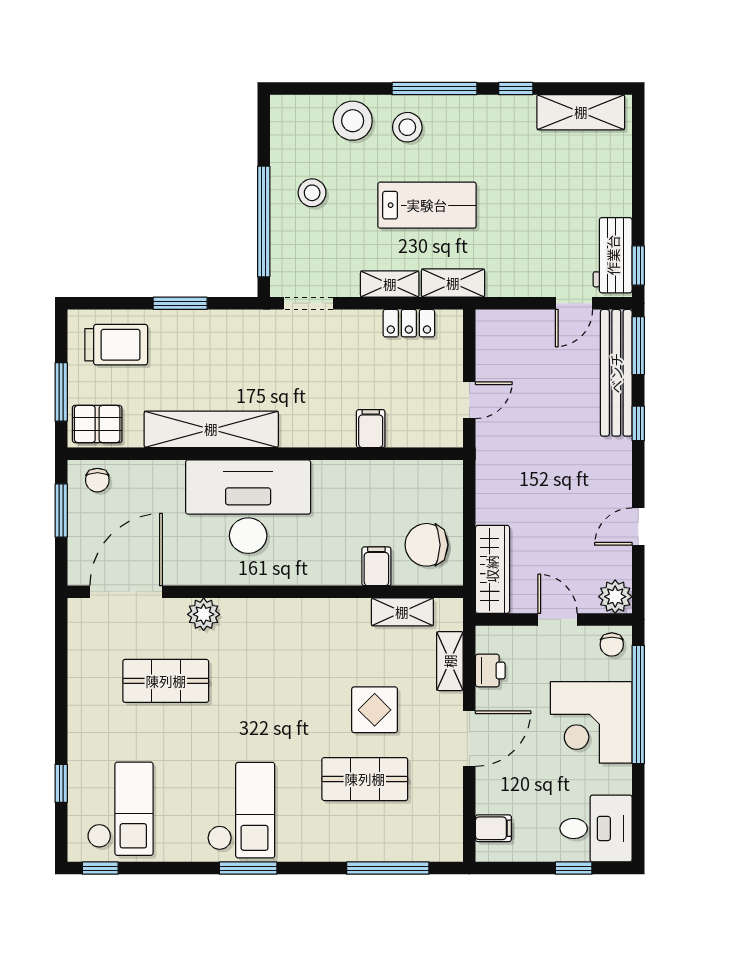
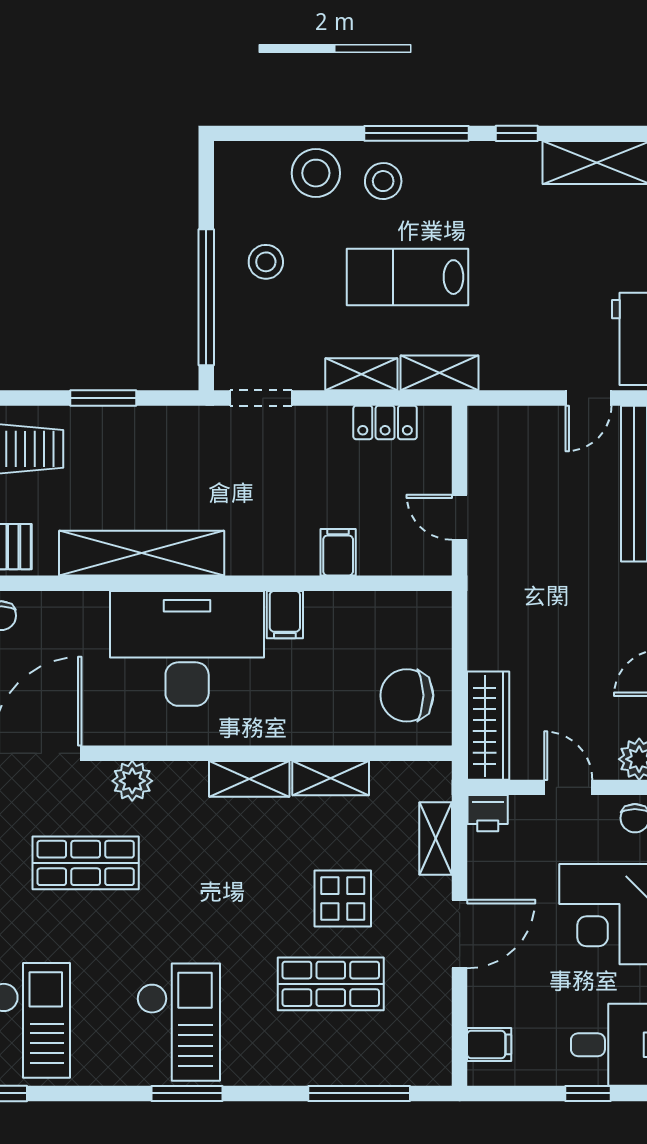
lab bench: (427, 205) -> (407, 277), turned 180
door: (469, 400) -> (460, 517), swing flipped
filing cabinet: (376, 566) -> (285, 615), moved, turned 180
shelving: (402, 612) -> (331, 778), moved
shelving: (299, 613) -> (249, 779), added
printer: (490, 671) -> (488, 813), moved, turned 90

